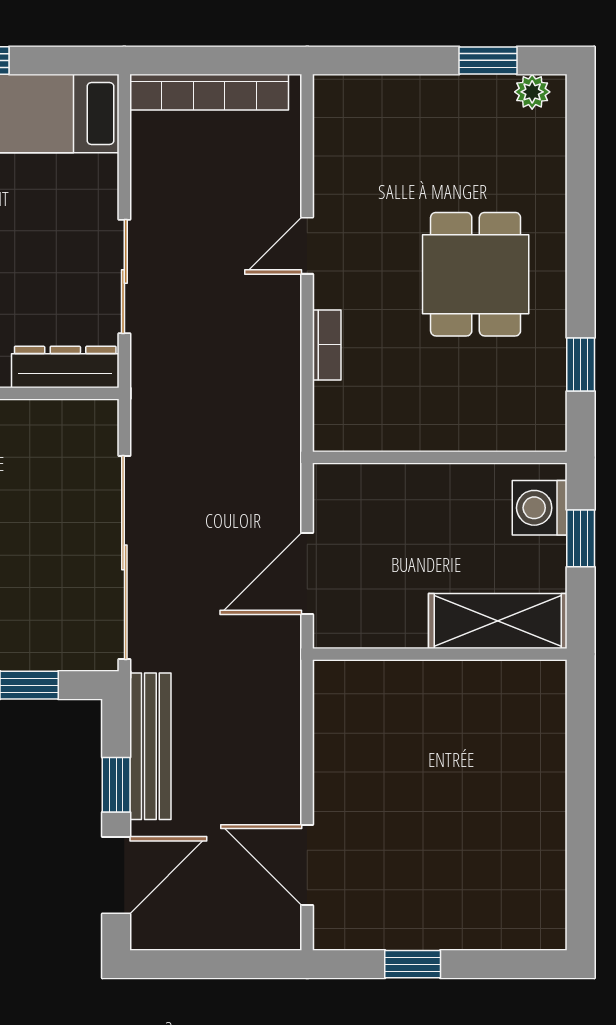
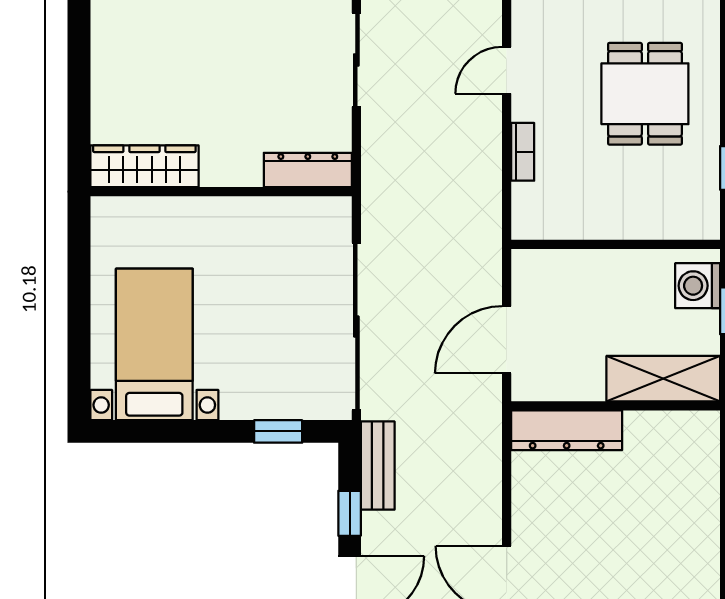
sliding door: (124, 276) -> (356, 60), moved
dresser: (380, 684) -> (567, 430), added
bench: (150, 746) -> (378, 466), width x0.73

